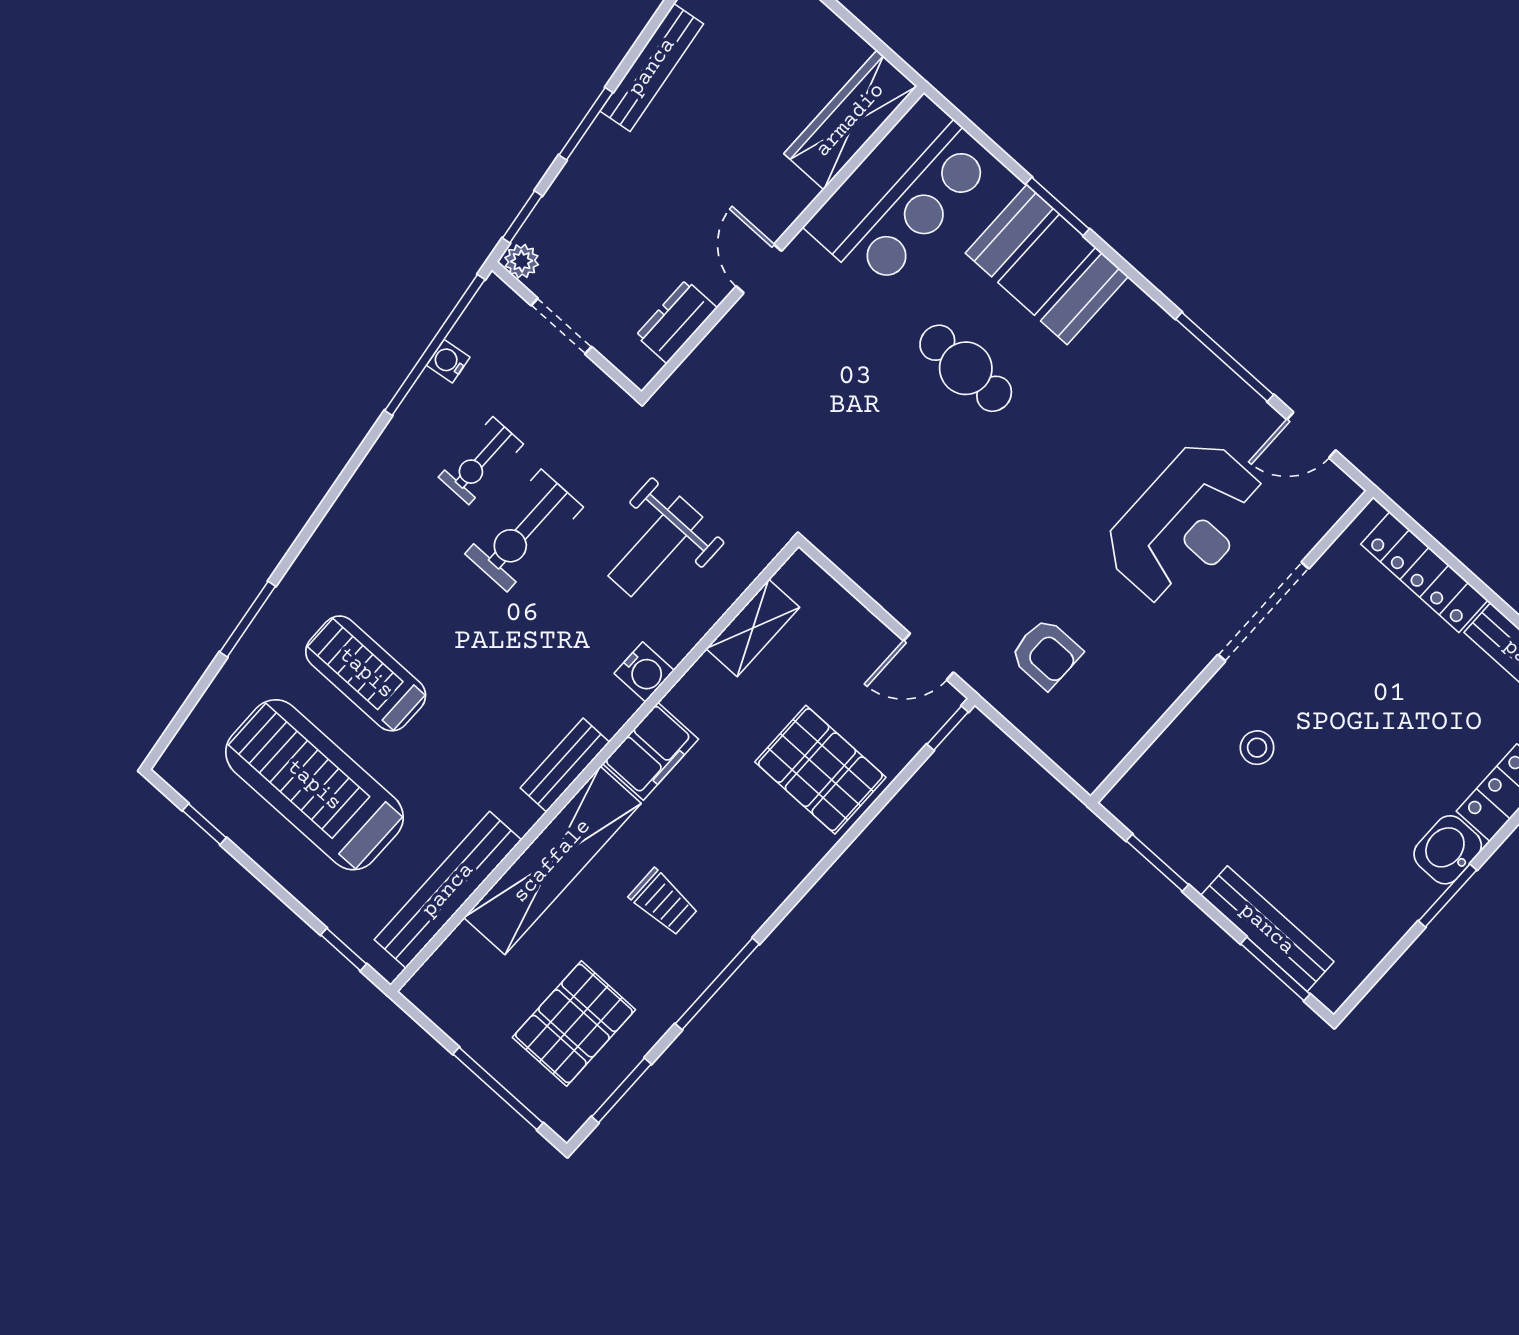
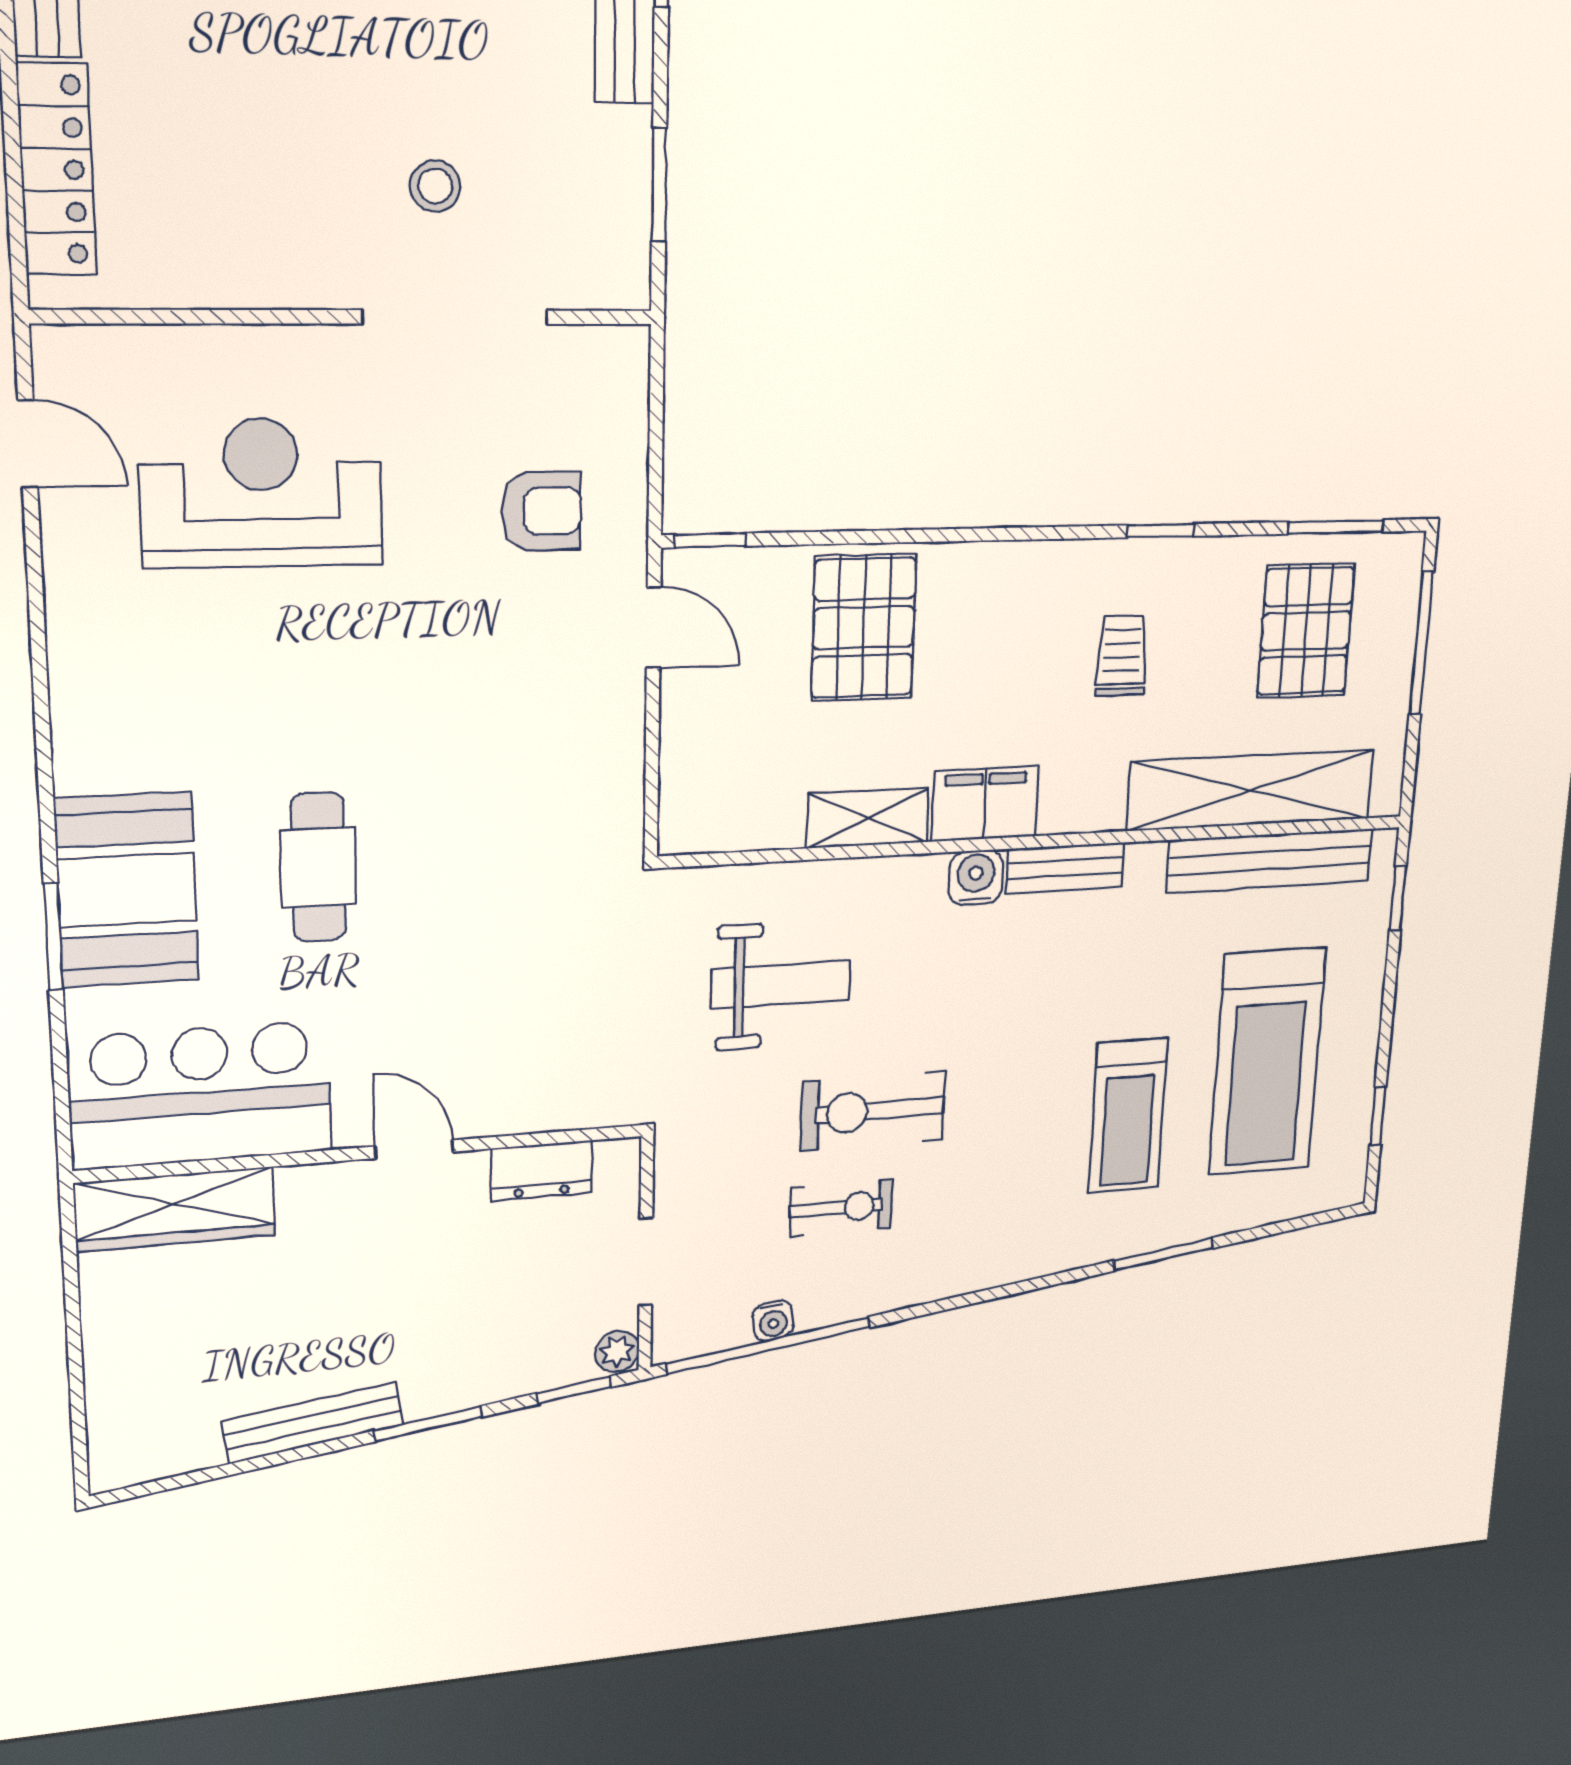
door: (759, 269) -> (414, 1149), swing flipped
window: (1225, 357) -> (37, 618), removed
exercise bike: (524, 530) -> (873, 1111), turned 180
doorway: (1263, 612) -> (456, 317), moved
shelving: (753, 628) -> (868, 818), moved
armchair: (1046, 654) -> (541, 511), turned 90
water cooler: (644, 672) -> (976, 877), moved
shelving: (552, 861) -> (1251, 790), moved
window: (717, 984) -> (1161, 531), width x0.46
pallet: (574, 1023) -> (1306, 631), turned 90

